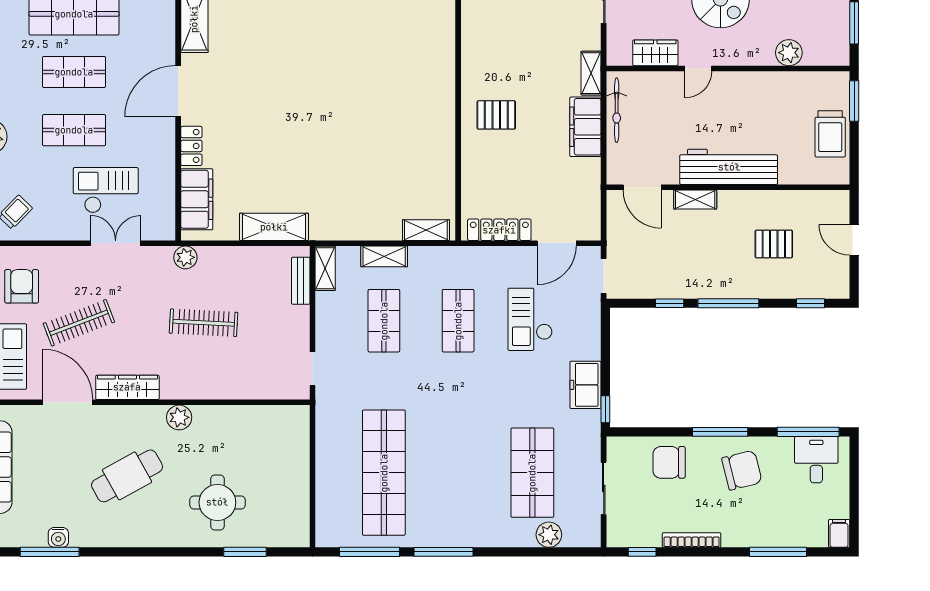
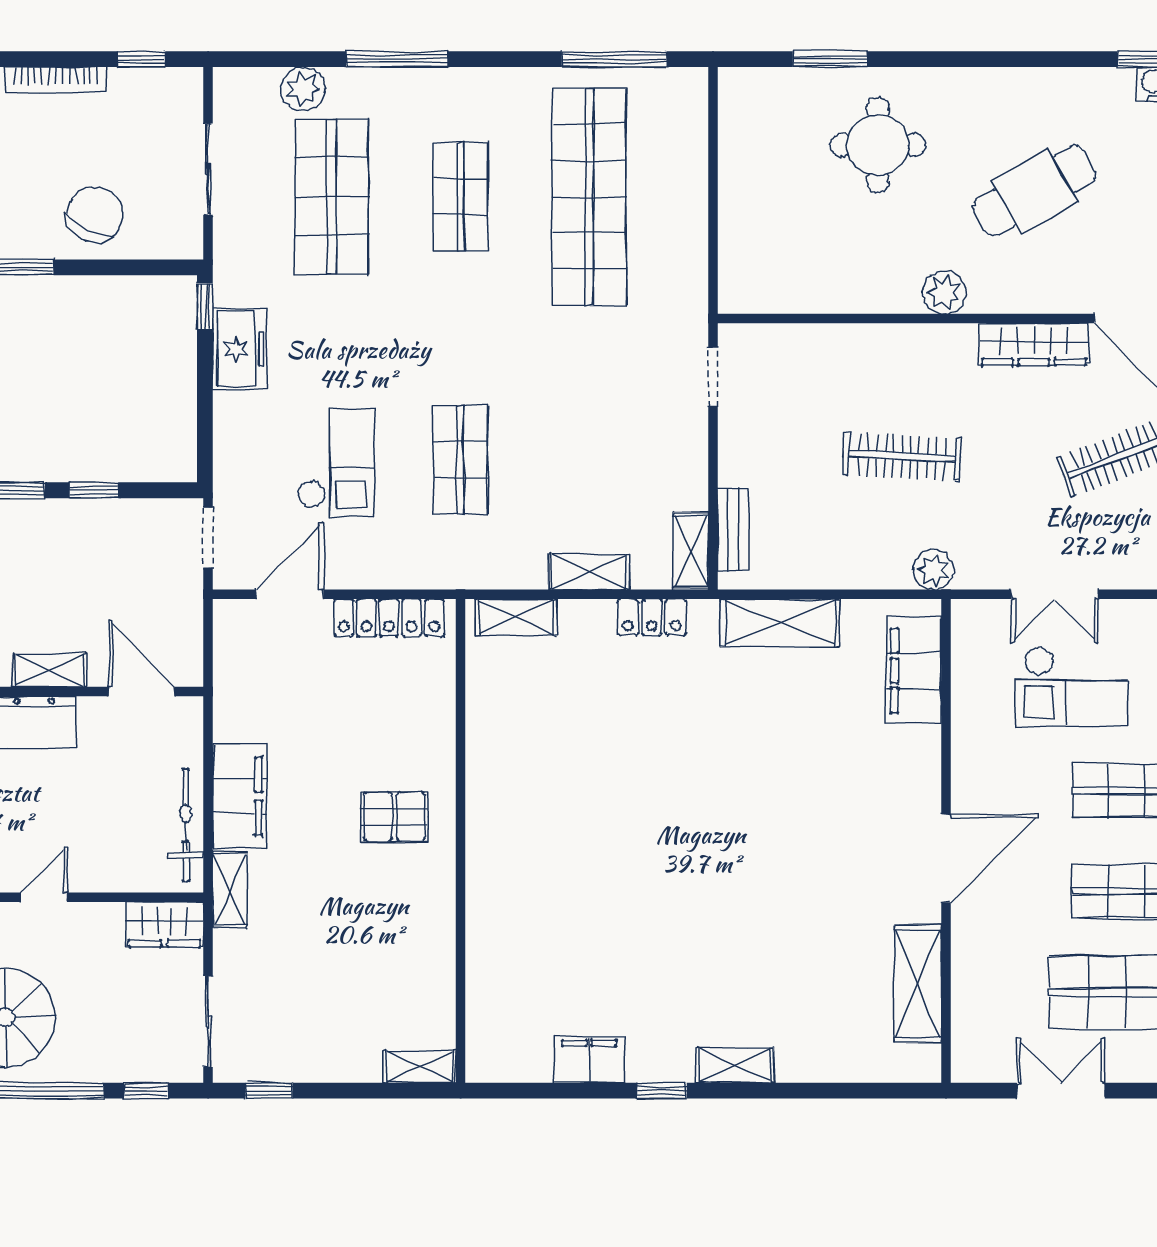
wardrobe: (655, 53) -> (164, 925), moved
locker: (191, 146) -> (652, 617), moved, turned -90
shop shelf: (384, 321) -> (461, 197), moved
chair: (669, 462) -> (95, 214), turned -63
window: (443, 552) -> (397, 59), moved

